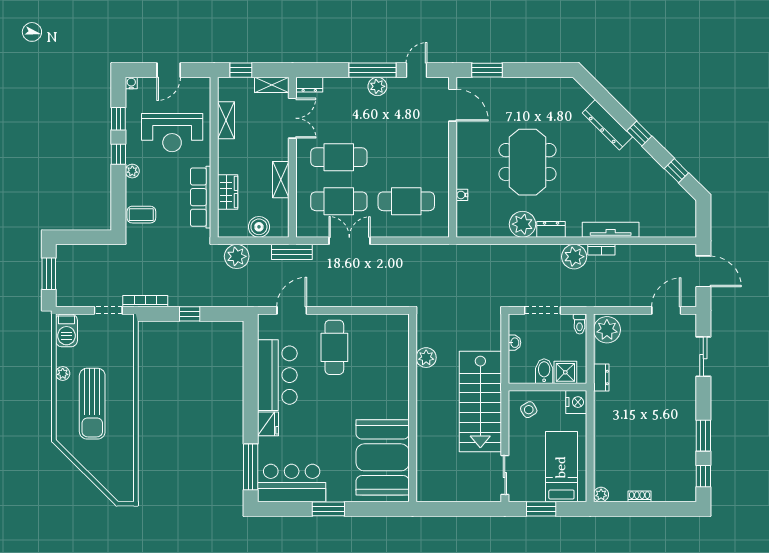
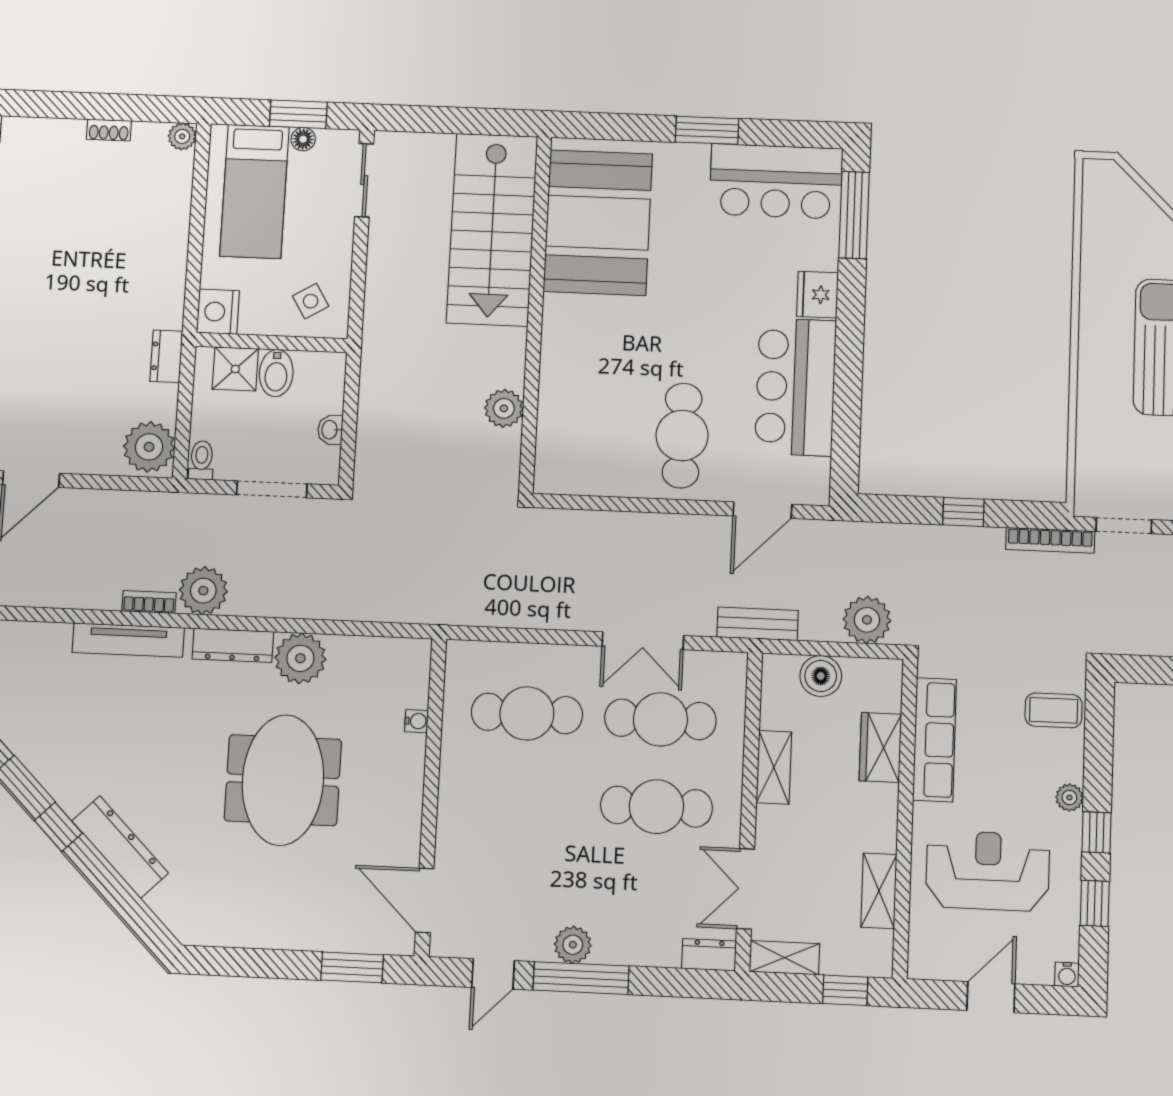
dresser: (551, 229) -> (233, 645), width x1.44
stairs: (480, 402) -> (492, 230), moved, turned 180
floor lamp: (538, 496) -> (303, 139), added

